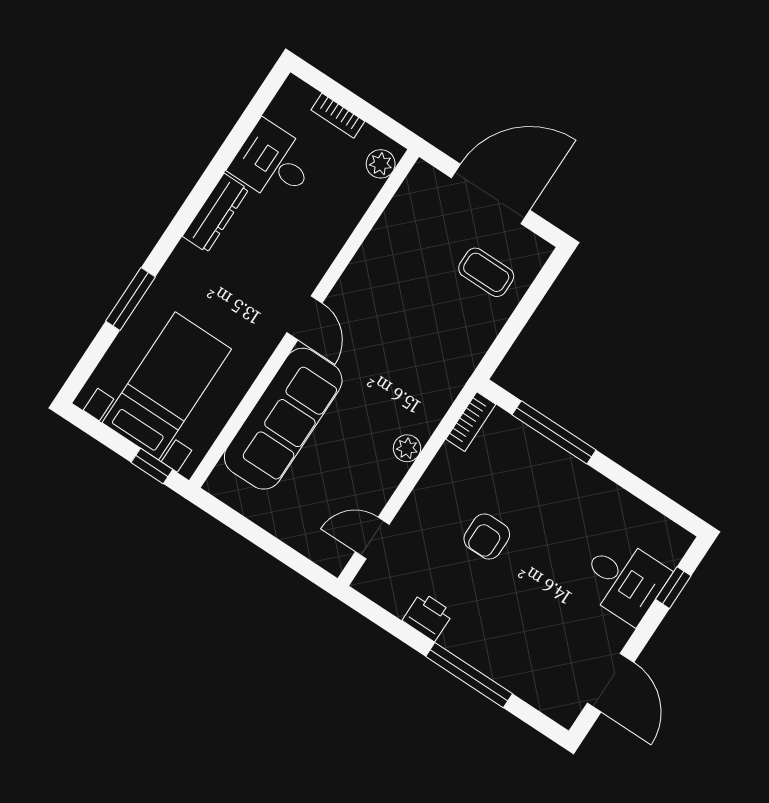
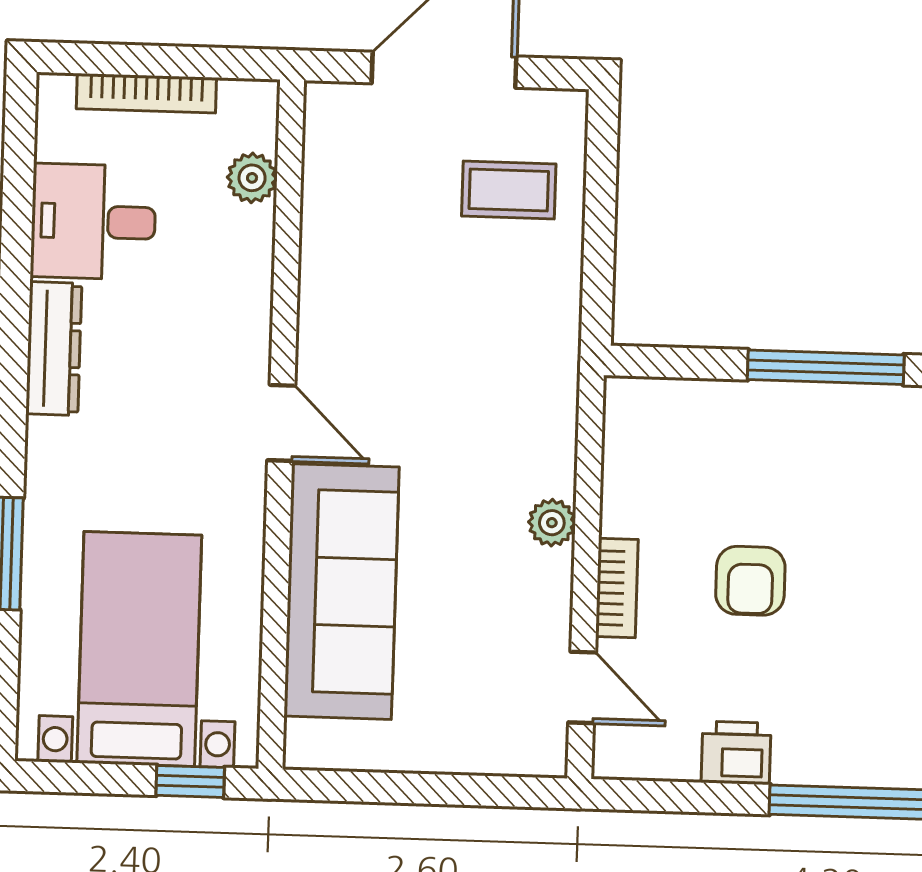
bookcase: (338, 116) -> (146, 93), width x1.56
plant: (381, 164) -> (252, 178), moved
bookcase: (471, 422) -> (617, 588), moved
window: (554, 432) -> (826, 367), moved
door: (372, 538) -> (582, 687), swing flipped

